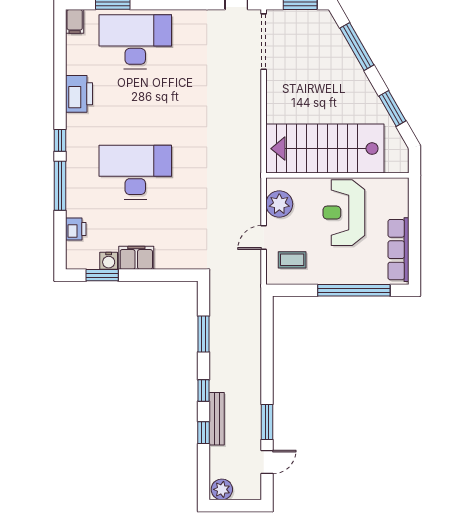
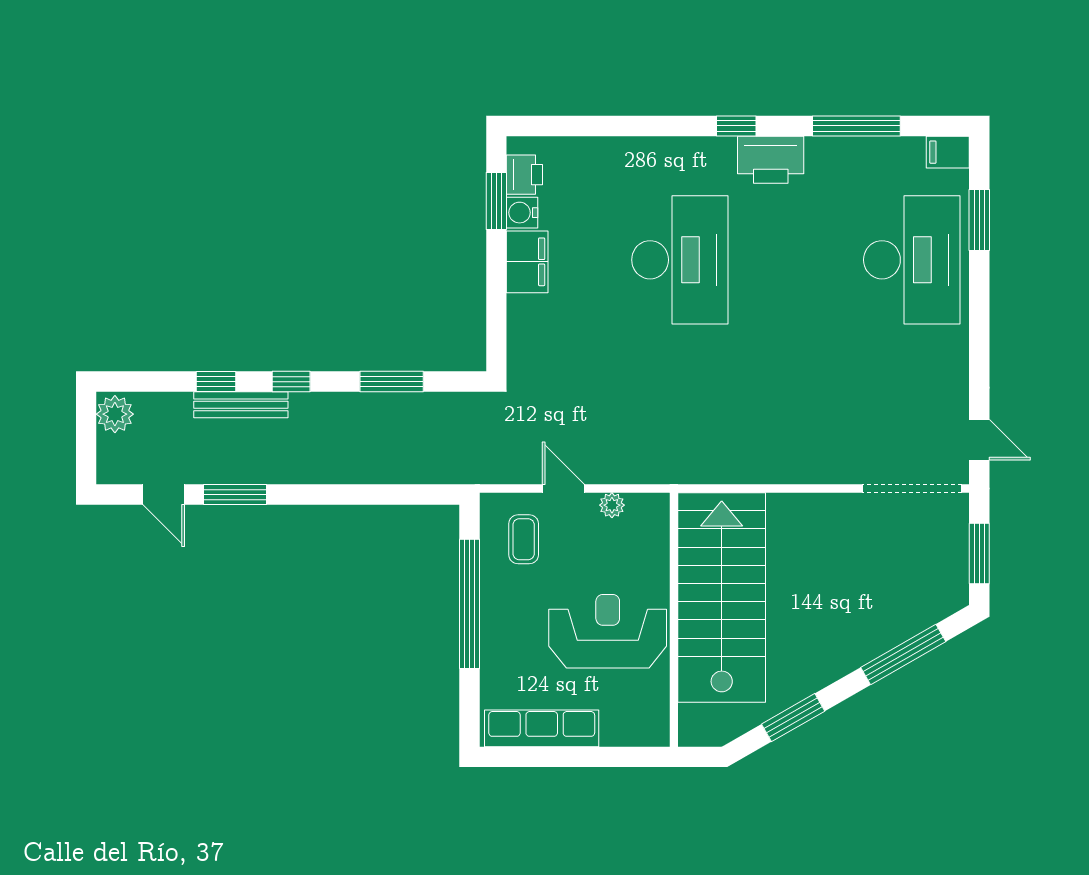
printer: (79, 94) -> (771, 160), moved
window: (60, 186) -> (856, 126), moved
plant: (279, 204) -> (612, 505), width x0.53, depth x0.53
printer: (76, 229) -> (524, 175), moved, turned -90
window: (354, 290) -> (469, 604), moved

